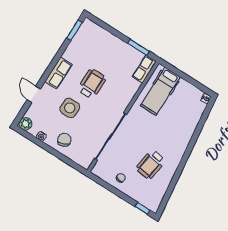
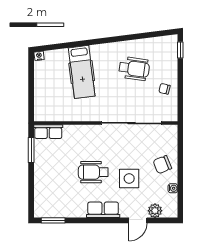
hospital bed: (160, 91) -> (82, 72), moved, turned 83
plant: (25, 124) -> (155, 211), moved

